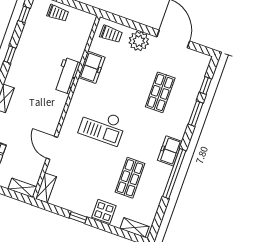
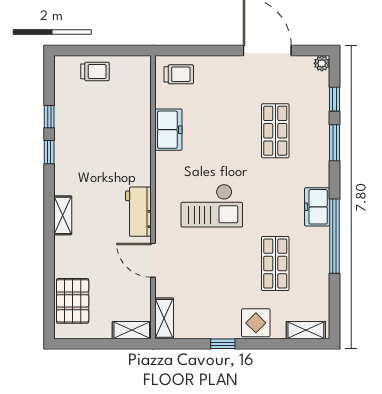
window: (24, 14) -> (49, 117), moved
plant: (139, 41) -> (322, 63), moved, width x0.53, depth x0.53
workbench: (67, 76) -> (138, 212), moved

